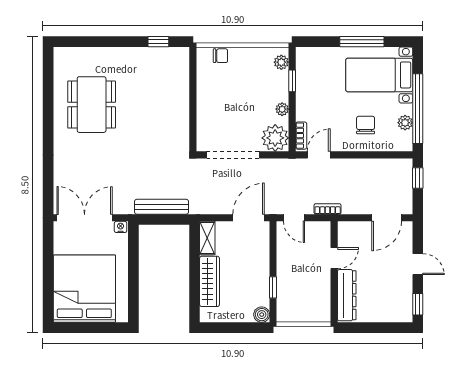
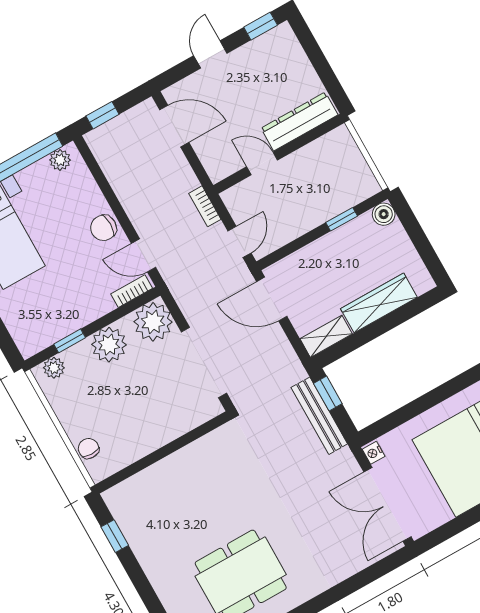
plant: (282, 109) -> (109, 345), width x1.87, depth x1.87
plant: (405, 123) -> (60, 160), moved
chair: (366, 125) -> (104, 228), moved
window: (172, 219) -> (328, 393), added

